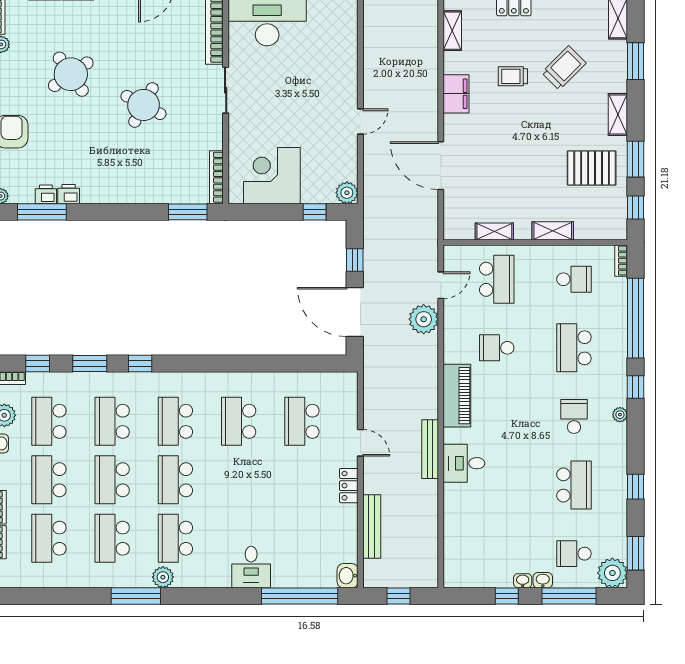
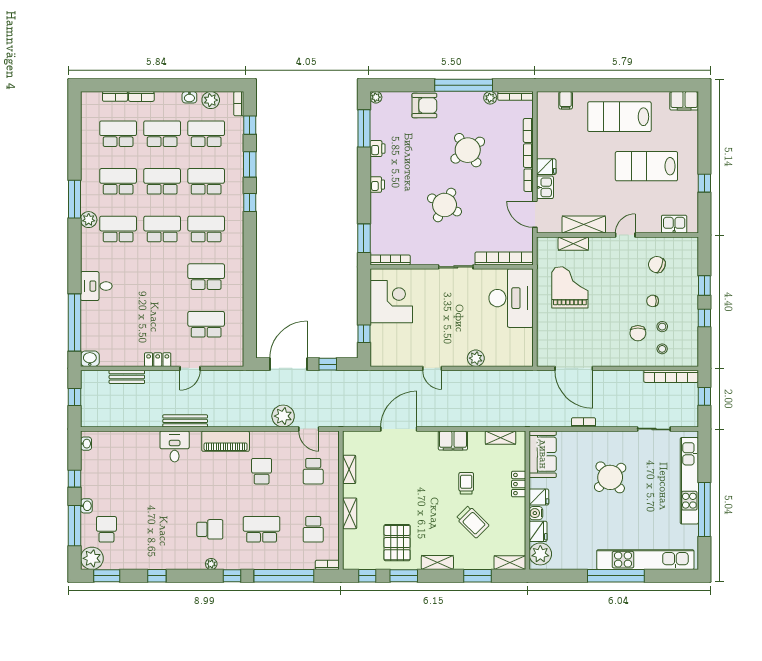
plant: (347, 193) -> (476, 358), moved
printer: (46, 194) -> (377, 185), moved
school desk: (497, 279) -> (313, 471), width x0.54
school desk: (574, 485) -> (158, 529), removed
bench: (372, 527) -> (127, 377), width x0.73
washbasin: (523, 581) -> (86, 444), moved

